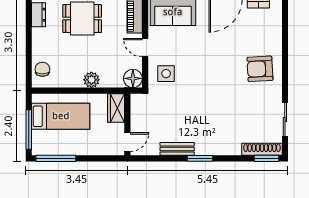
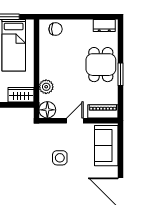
side table: (166, 74) -> (60, 158), moved
plant: (91, 80) -> (46, 87), moved

